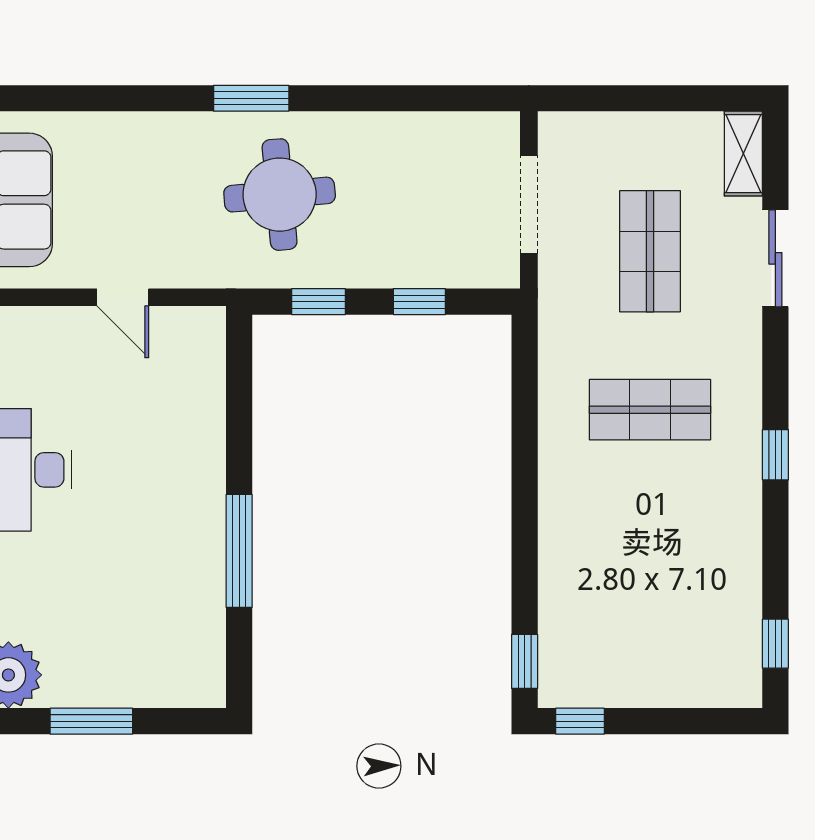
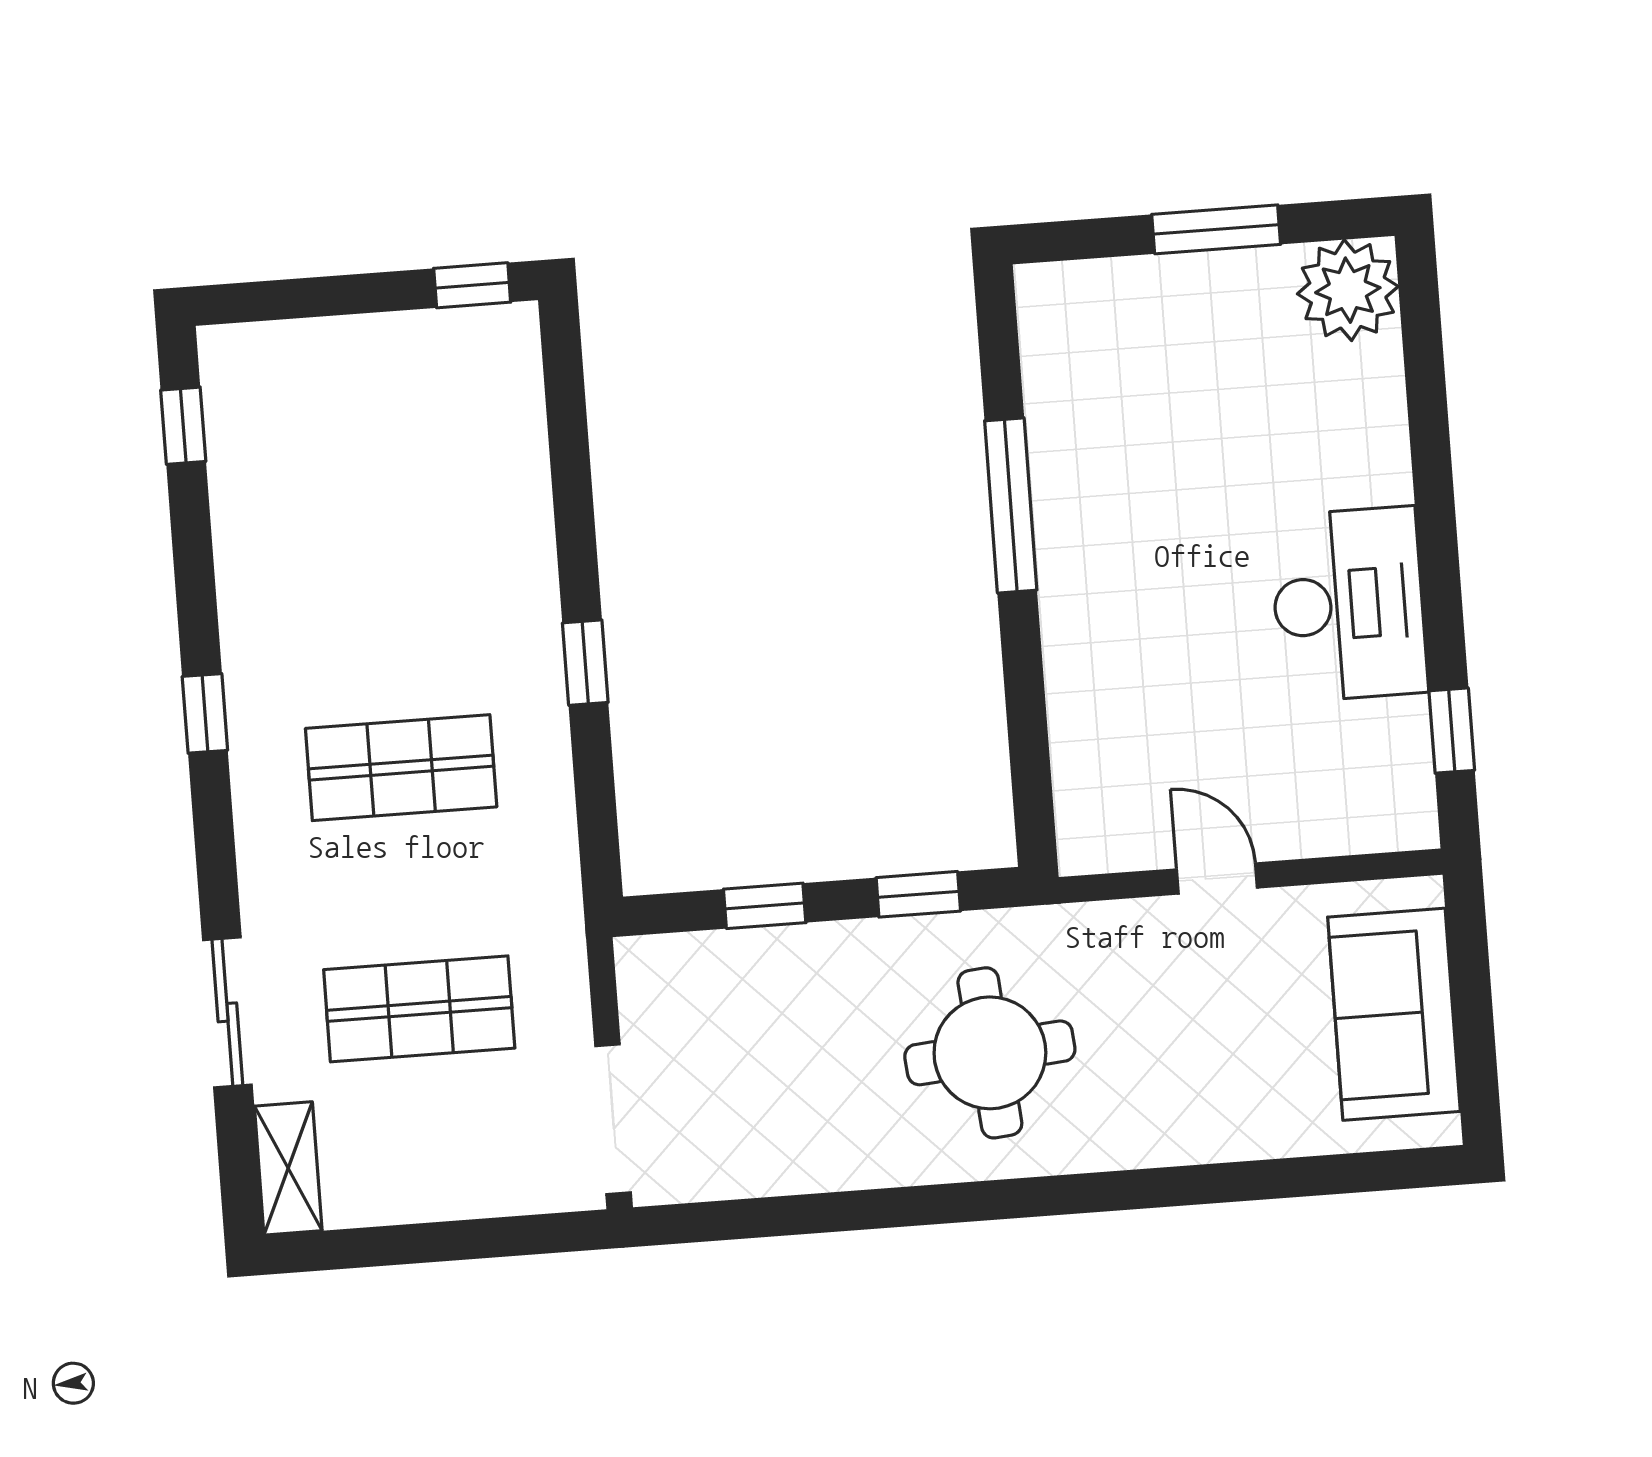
window: (251, 98) -> (1044, 1196), removed
doorway: (529, 205) -> (613, 1119), moved
shop shelf: (650, 251) -> (419, 1009), turned 90
window: (525, 661) -> (585, 663), moved

